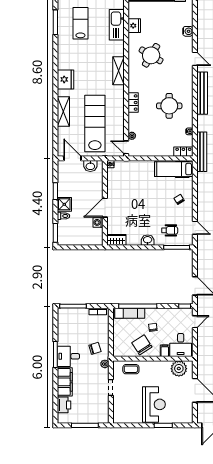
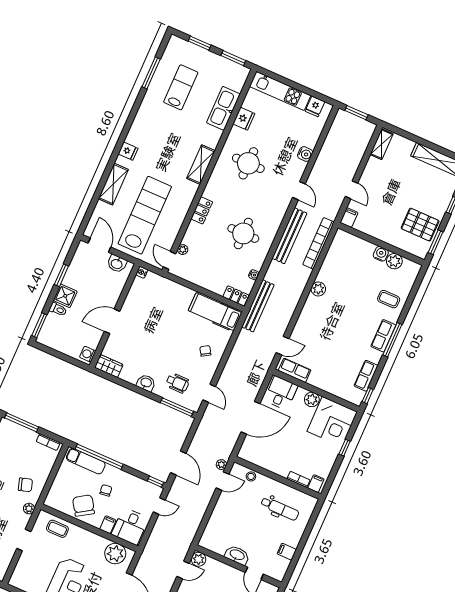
round table: (151, 55) -> (248, 163), turned -31
fridge: (66, 79) -> (128, 151), width x0.53, depth x0.75
washing machine: (98, 222) -> (88, 354), moved

